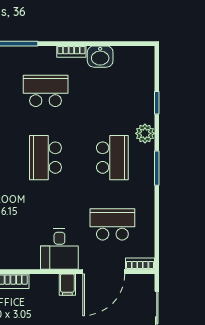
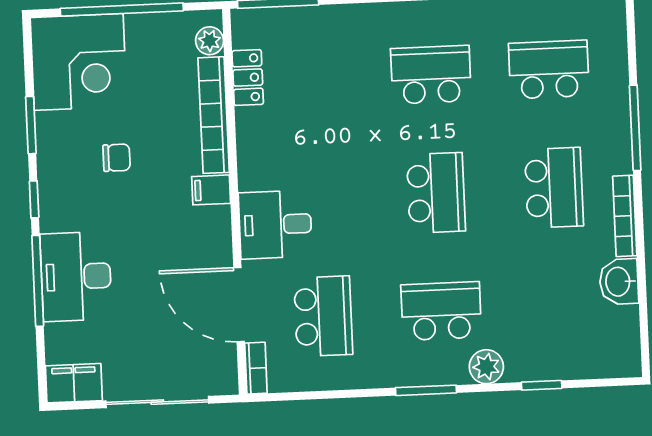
bookcase: (71, 52) -> (625, 216), width x1.56
school desk: (46, 158) -> (436, 193), turned 90
school desk: (112, 158) -> (441, 311), turned 180
filing cabinet: (67, 285) -> (211, 190), moved

